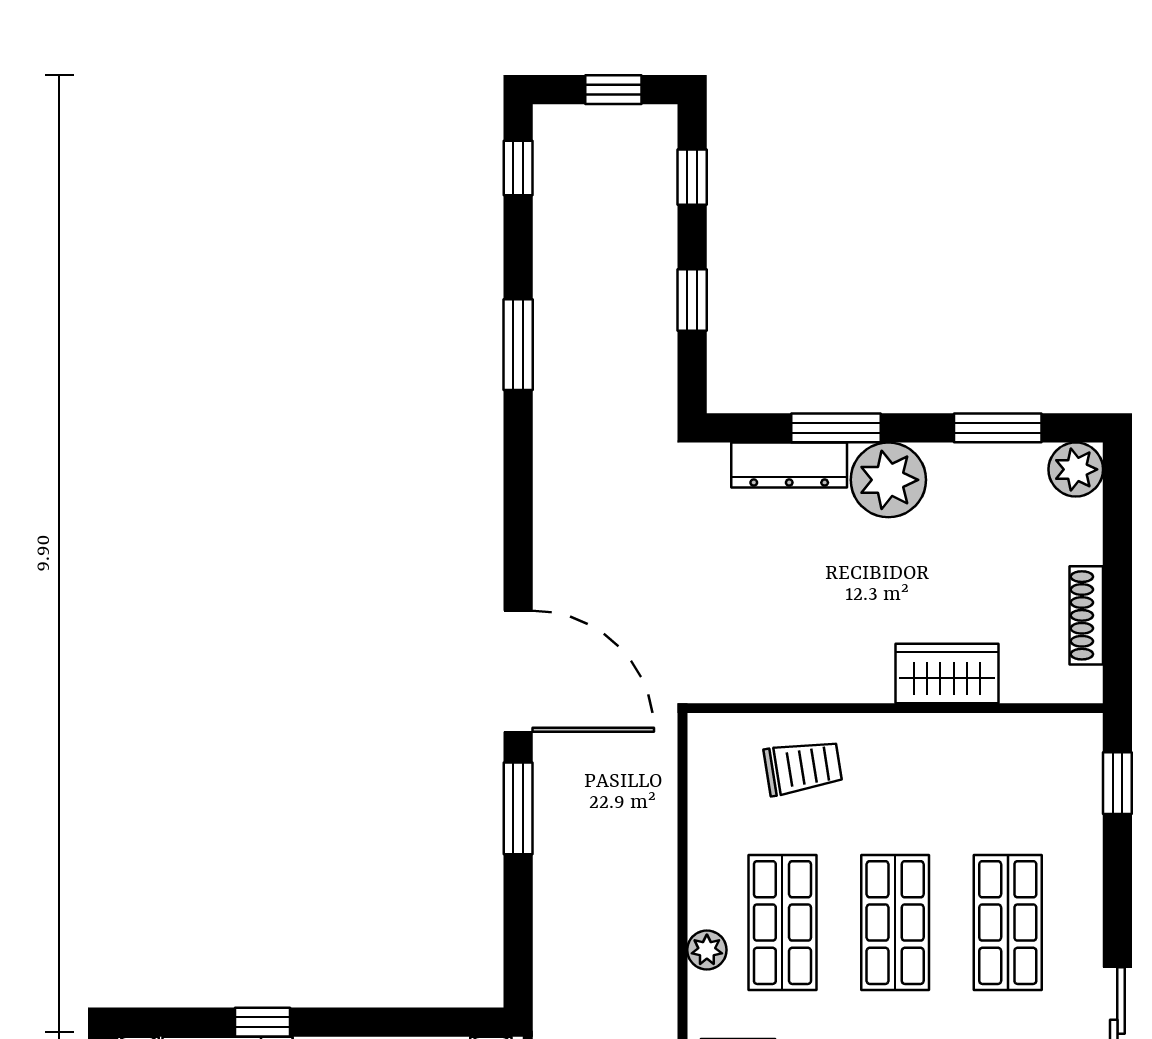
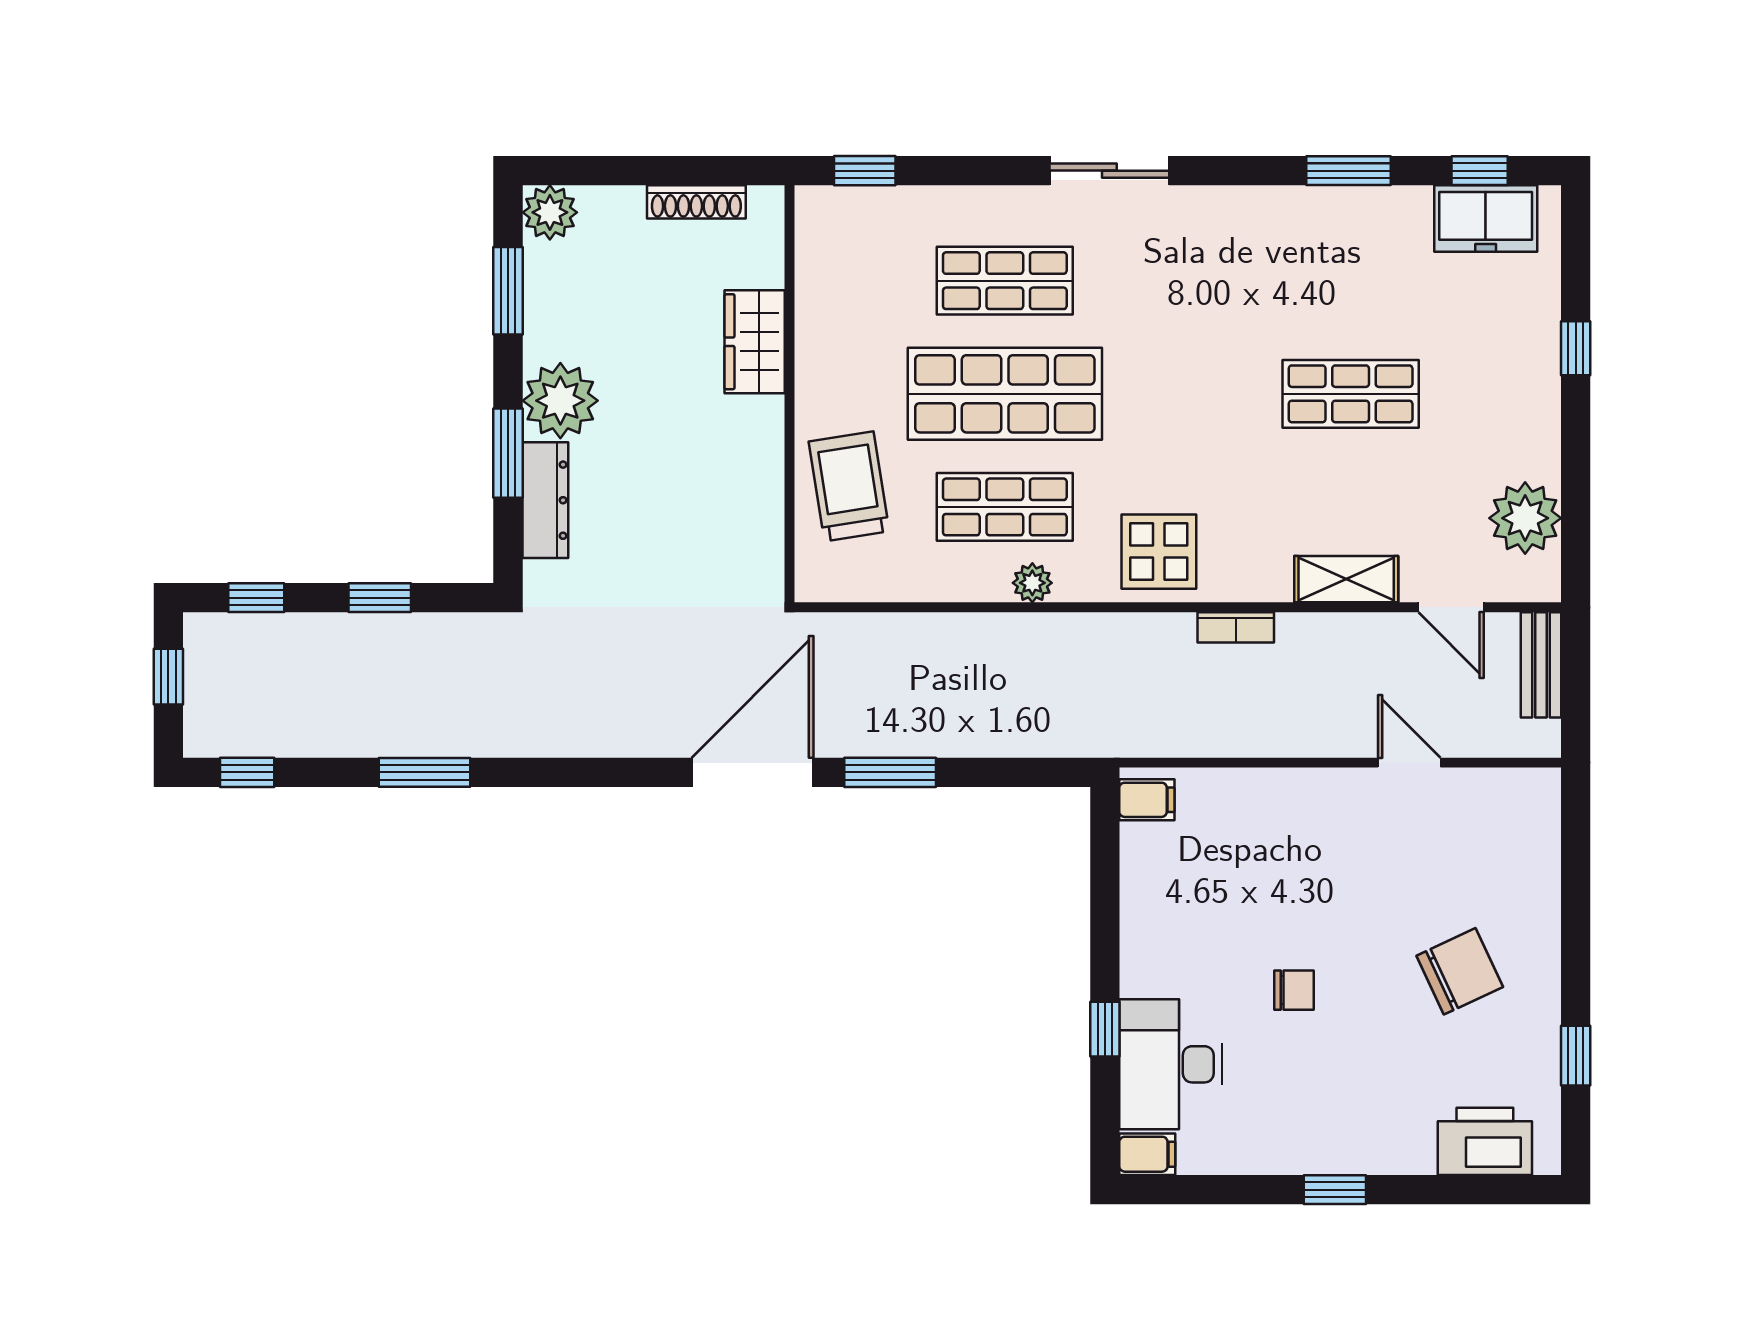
trolley: (803, 767) -> (849, 486), width x1.36, depth x1.39
shop shelf: (895, 923) -> (1005, 394), width x1.43, depth x1.36

